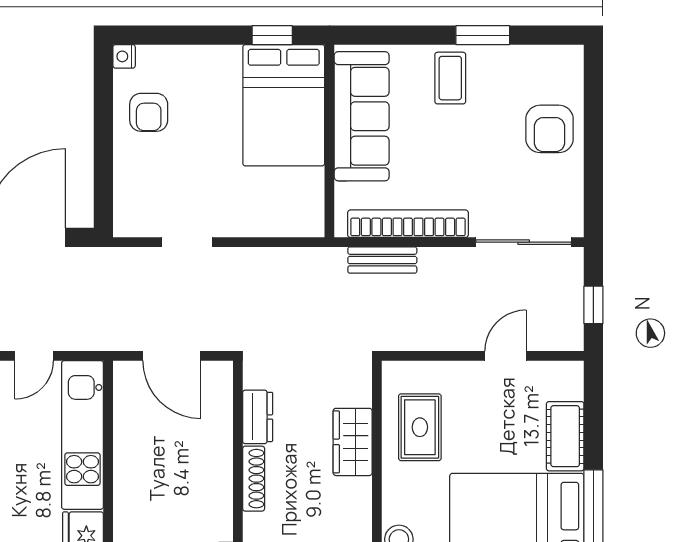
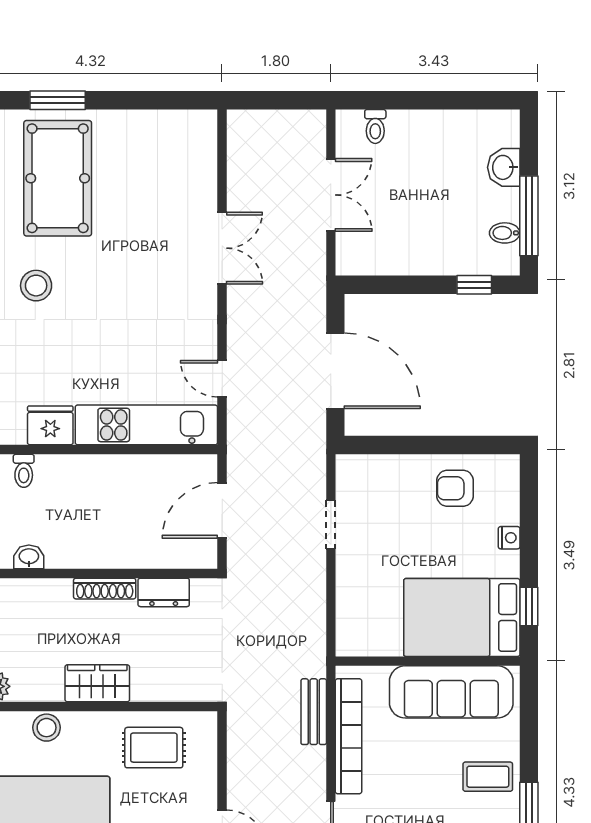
nightstand: (124, 56) -> (509, 538), moved, turned 90
wardrobe: (353, 442) -> (97, 683), moved

